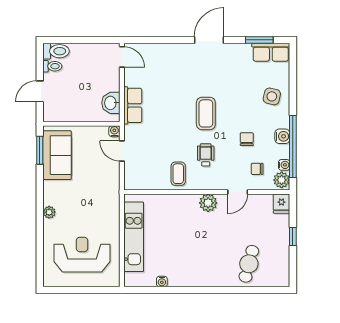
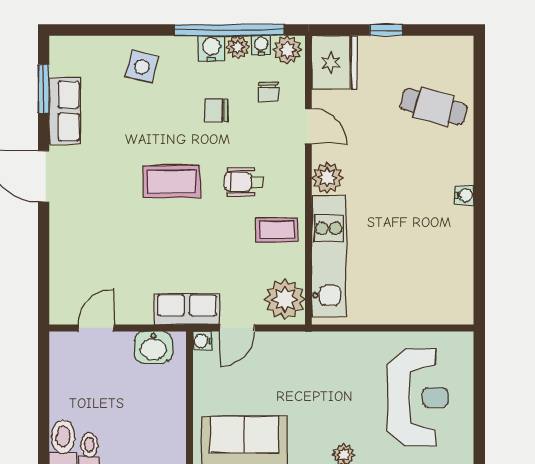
row of seats: (271, 52) -> (65, 111), moved
door: (122, 57) -> (96, 328), moved
row of seats: (133, 105) -> (187, 309), moved
plant: (283, 151) -> (238, 47), added
plant: (138, 178) -> (285, 299), added
fridge: (281, 204) -> (334, 62), width x1.88, depth x1.34
kitchen unit: (134, 237) -> (329, 256), moved, turned 90
reception desk: (82, 255) -> (418, 398), turned 180
water cooler: (162, 281) -> (464, 195), moved

